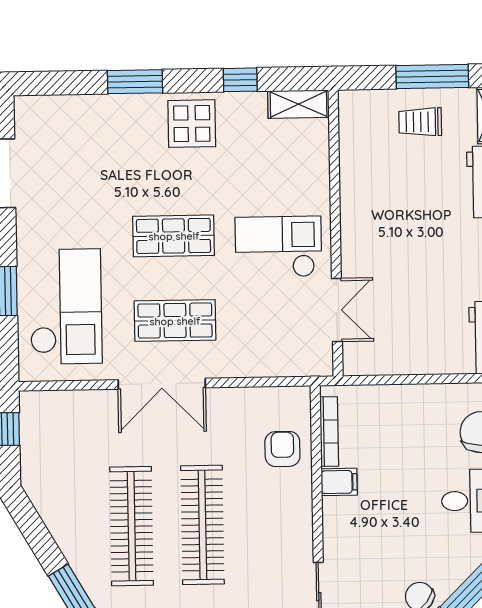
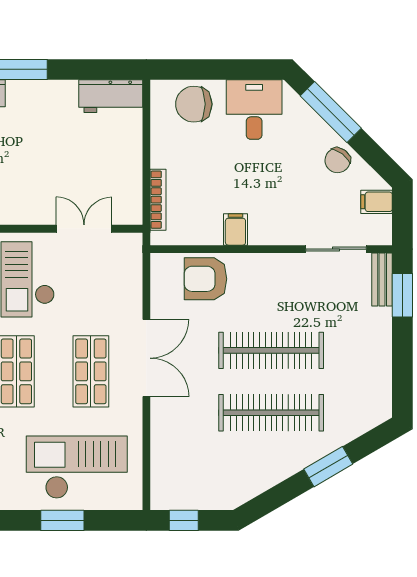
double door: (162, 384) -> (146, 358), moved
bookcase: (329, 432) -> (158, 200), moved, turned 90
armchair: (282, 449) -> (206, 279), width x1.38, depth x1.38

